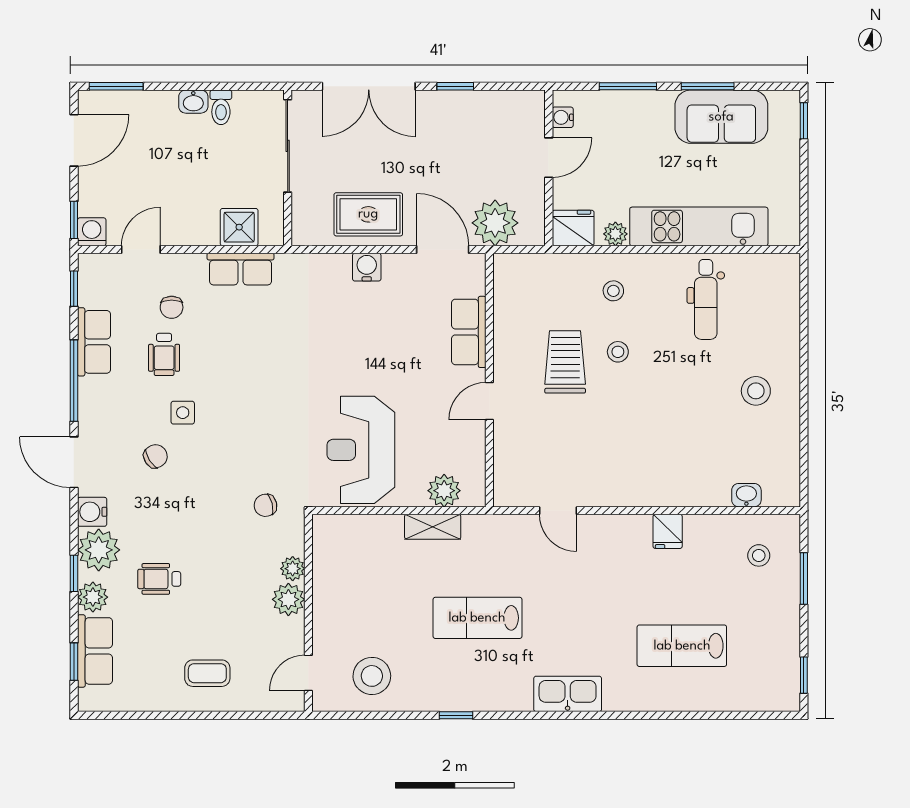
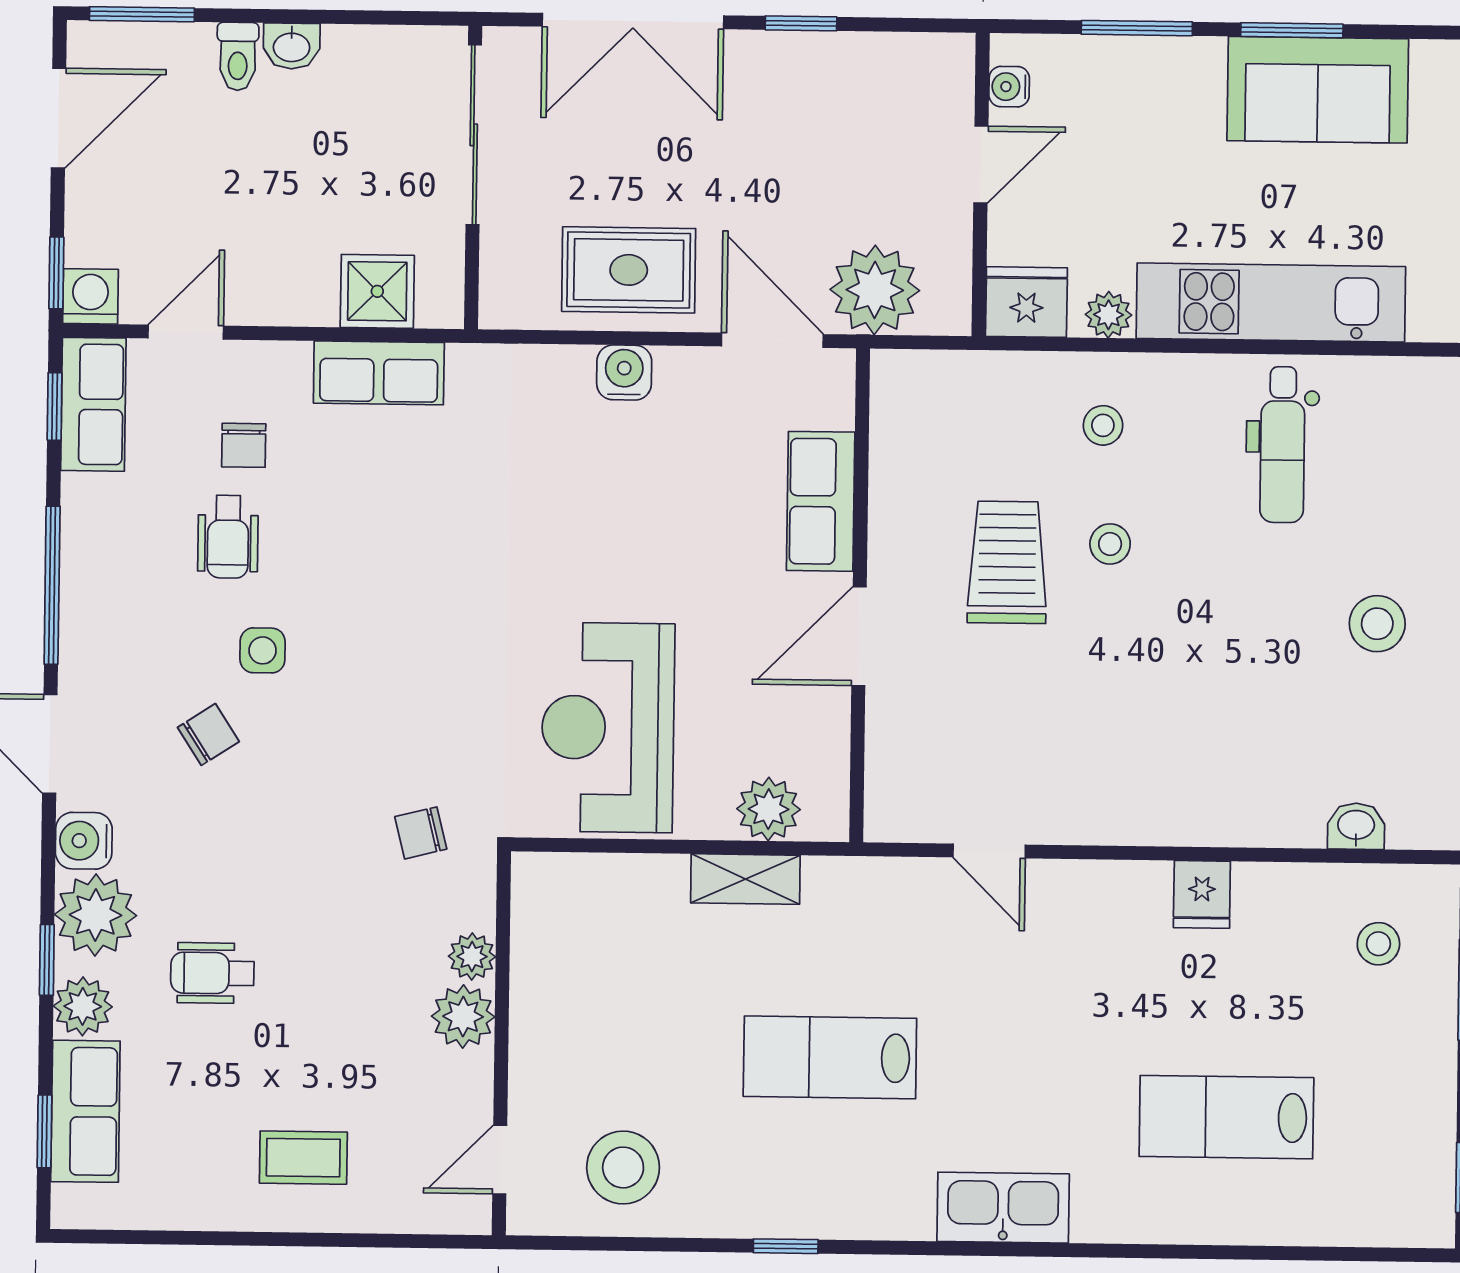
toilet: (221, 107) -> (238, 56), moved
row of seats: (94, 342) -> (93, 404), moved
door: (489, 401) -> (859, 636), width x1.38

